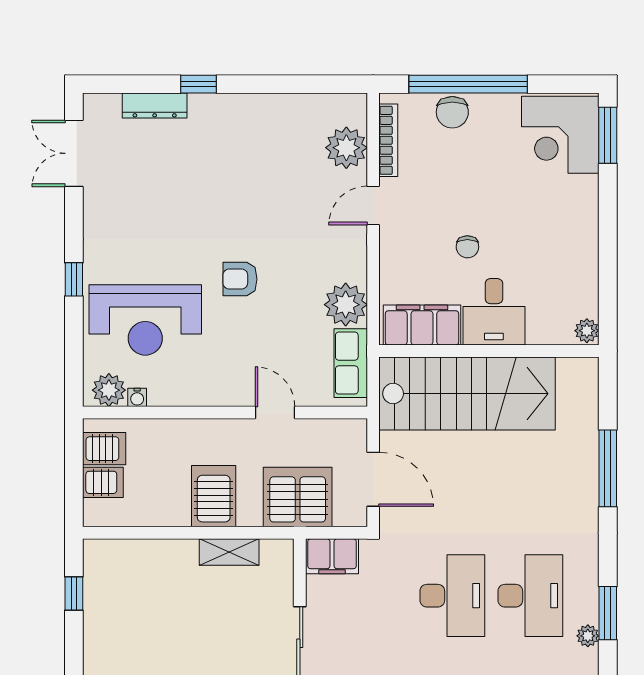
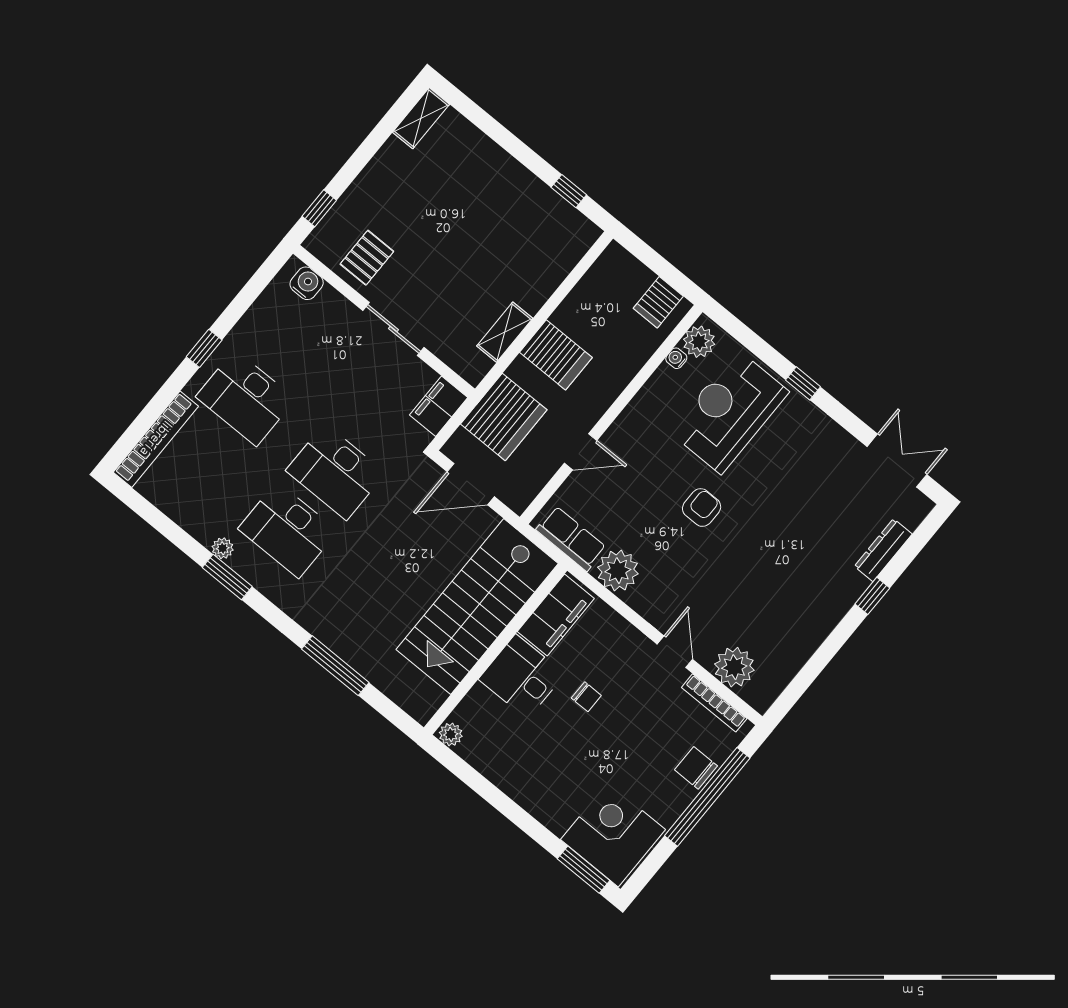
chair: (467, 247) -> (586, 697), turned 180
server rack: (103, 482) -> (634, 281), removed

